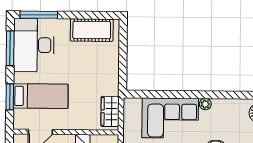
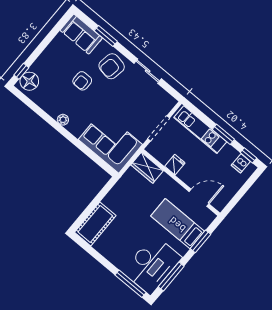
cot: (92, 30) -> (95, 224), moved, turned 90
wardrobe: (110, 111) -> (147, 168), moved, turned 90
corner sofa: (170, 118) -> (110, 142), moved

